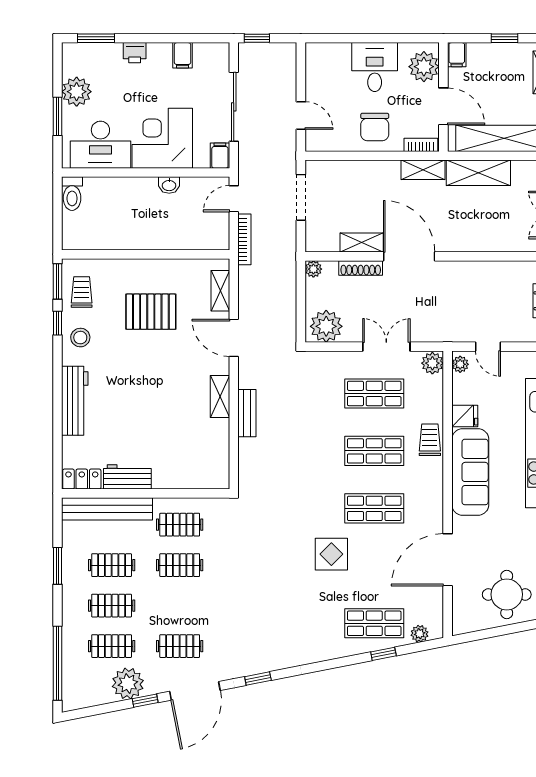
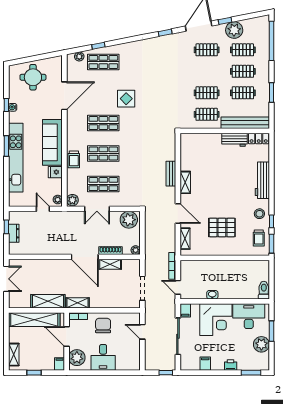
door: (234, 199) -> (178, 287), swing flipped

